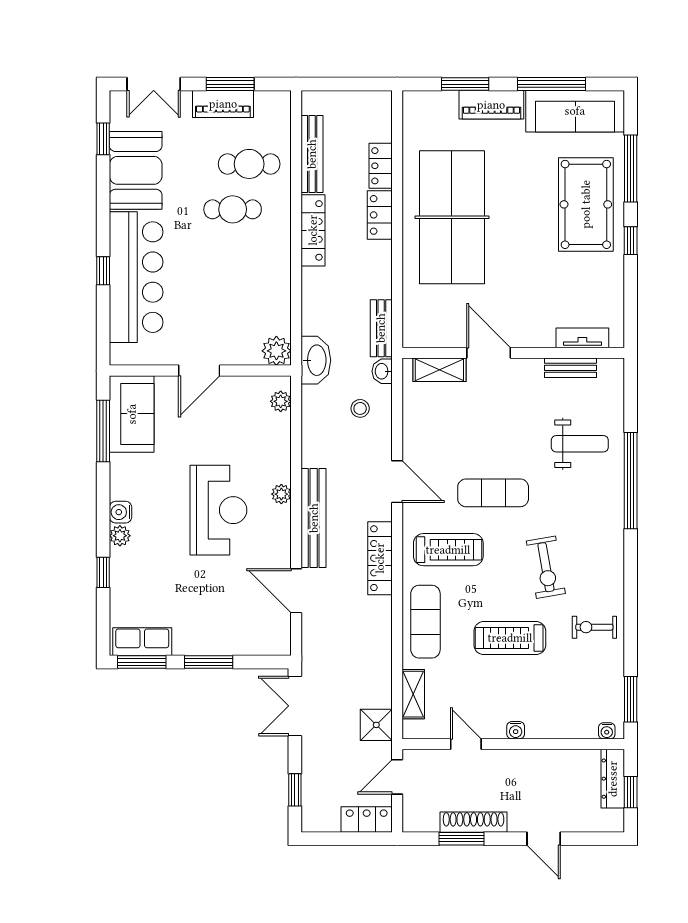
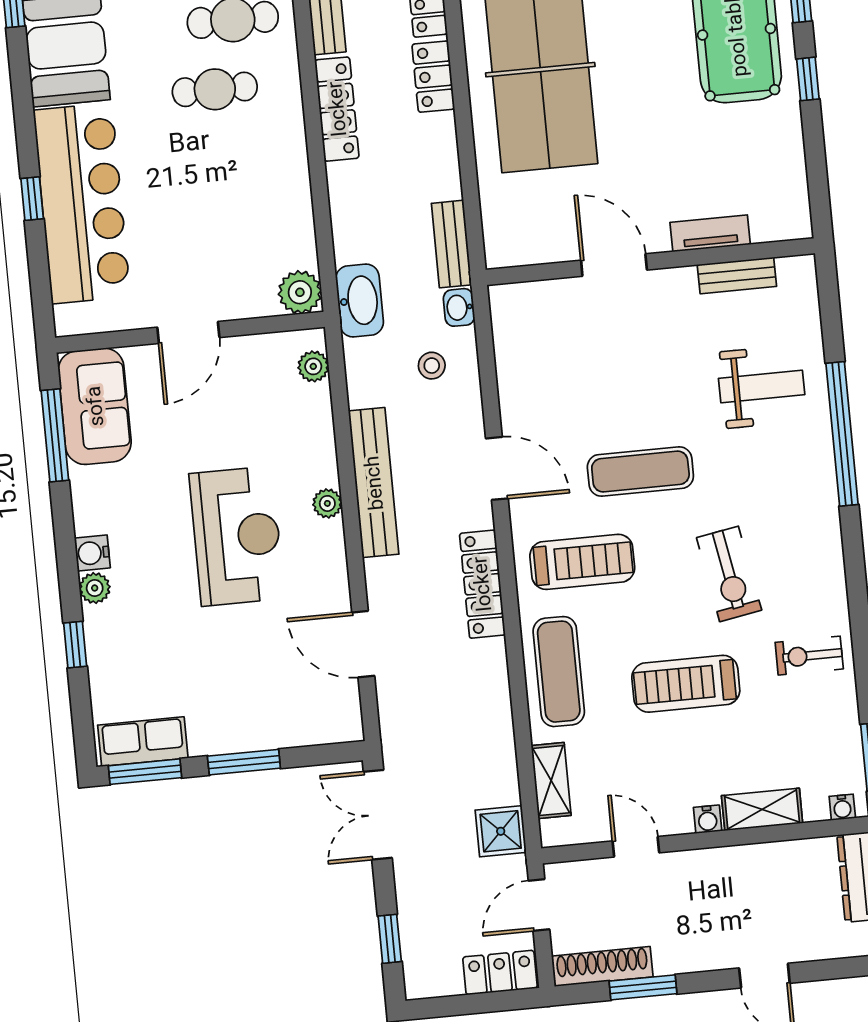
tv unit: (582, 338) -> (710, 233), moved
shelving: (439, 370) -> (762, 809), moved
bench: (314, 518) -> (374, 483), moved
shoe rack: (474, 822) -> (602, 966), moved

